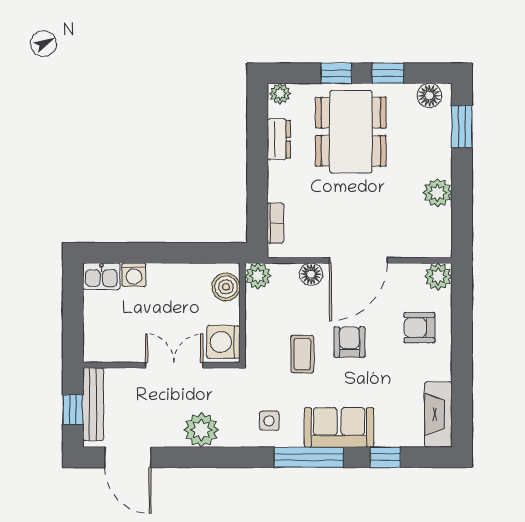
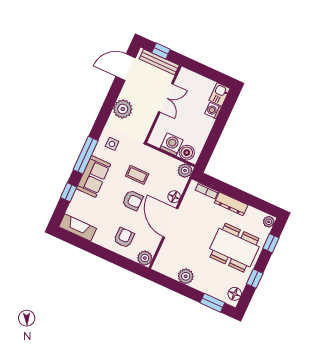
window: (336, 73) -> (271, 243), moved
dresser: (279, 139) -> (231, 204), moved, width x1.44
washing machine: (223, 342) -> (172, 144), moved
double door: (174, 365) -> (166, 98), moved

